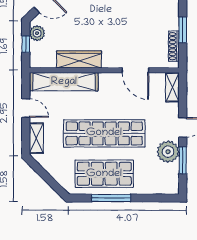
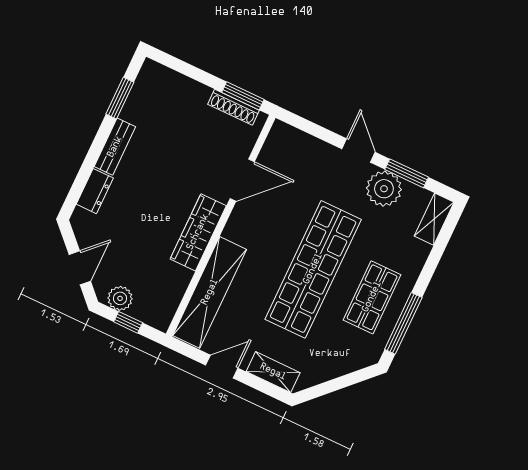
window: (183, 30) -> (243, 96), moved
wardrobe: (79, 59) -> (198, 232), moved
shelving: (172, 87) -> (434, 219), moved, turned 90
shop shelf: (104, 174) -> (372, 297), width x0.70, depth x0.74
window: (111, 198) -> (403, 323), moved

